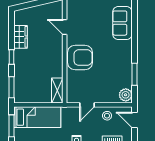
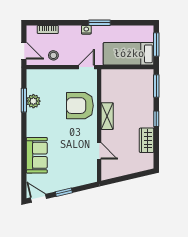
armchair: (80, 58) -> (80, 106), moved
shelving: (57, 91) -> (107, 116), moved
plant: (126, 95) -> (33, 101), moved
door: (87, 105) -> (86, 67), moved

